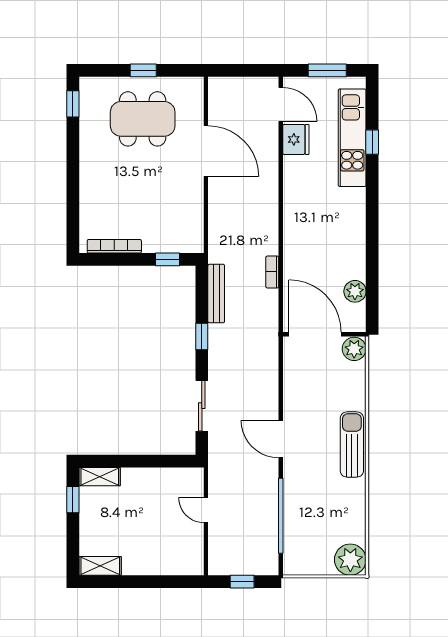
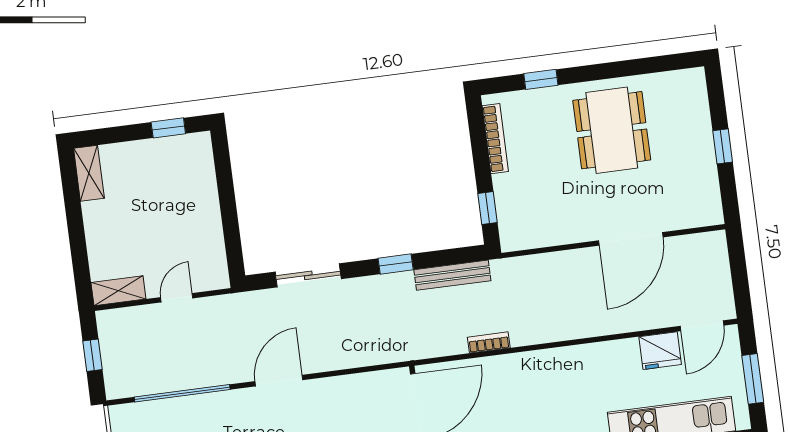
window: (73, 104) -> (541, 79), moved
dining table: (143, 119) -> (612, 130), moved
shelving: (100, 477) -> (118, 291), moved, turned 90

